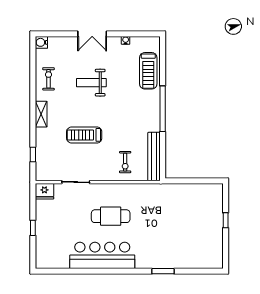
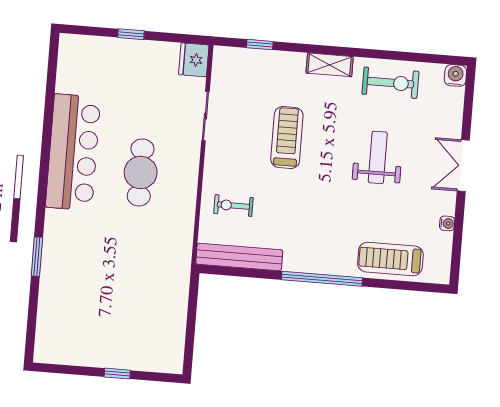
exercise bike: (48, 79) -> (390, 83), width x1.38, depth x1.39

